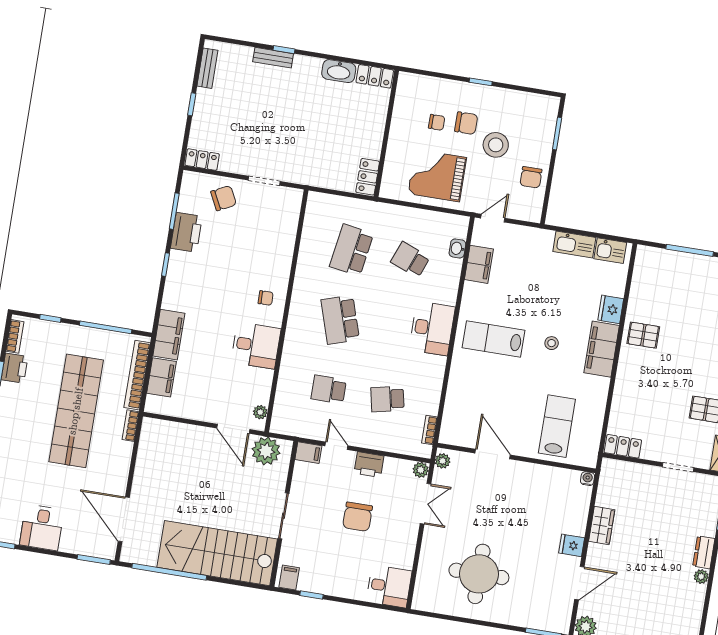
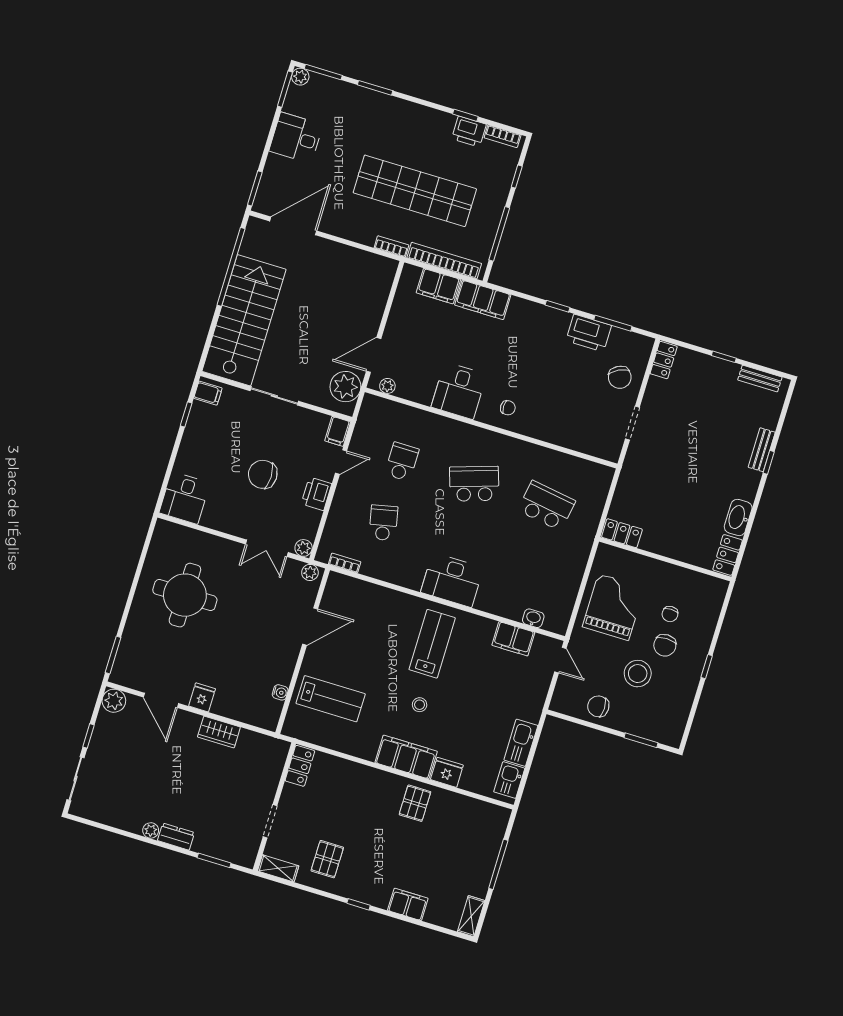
school desk: (410, 260) -> (528, 567), removed
chair: (266, 298) -> (508, 408), turned -89
water cooler: (588, 479) -> (280, 692), moved

